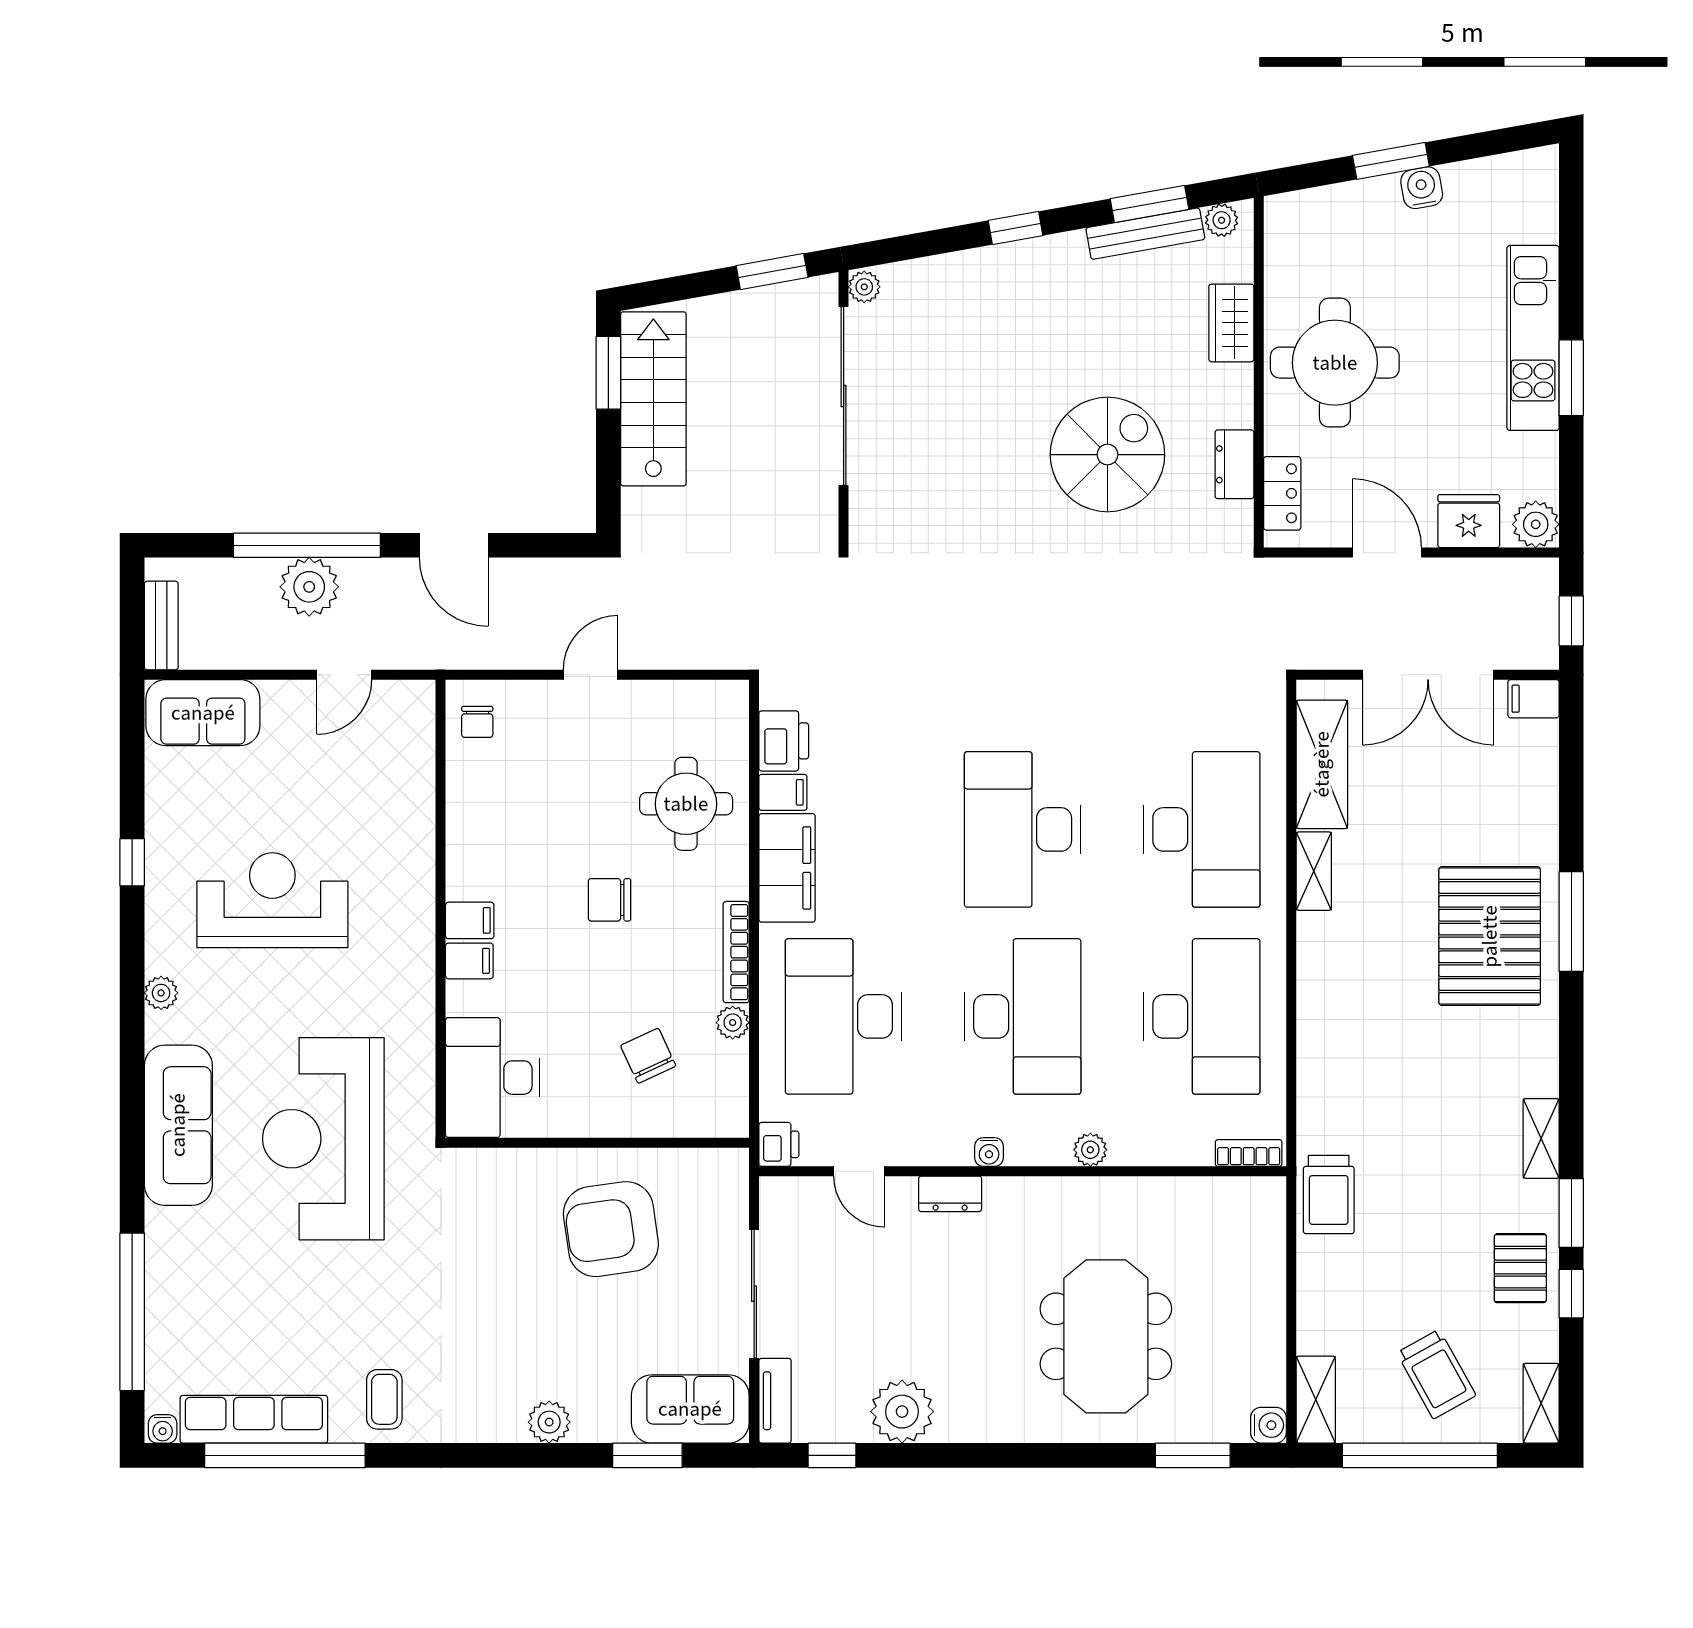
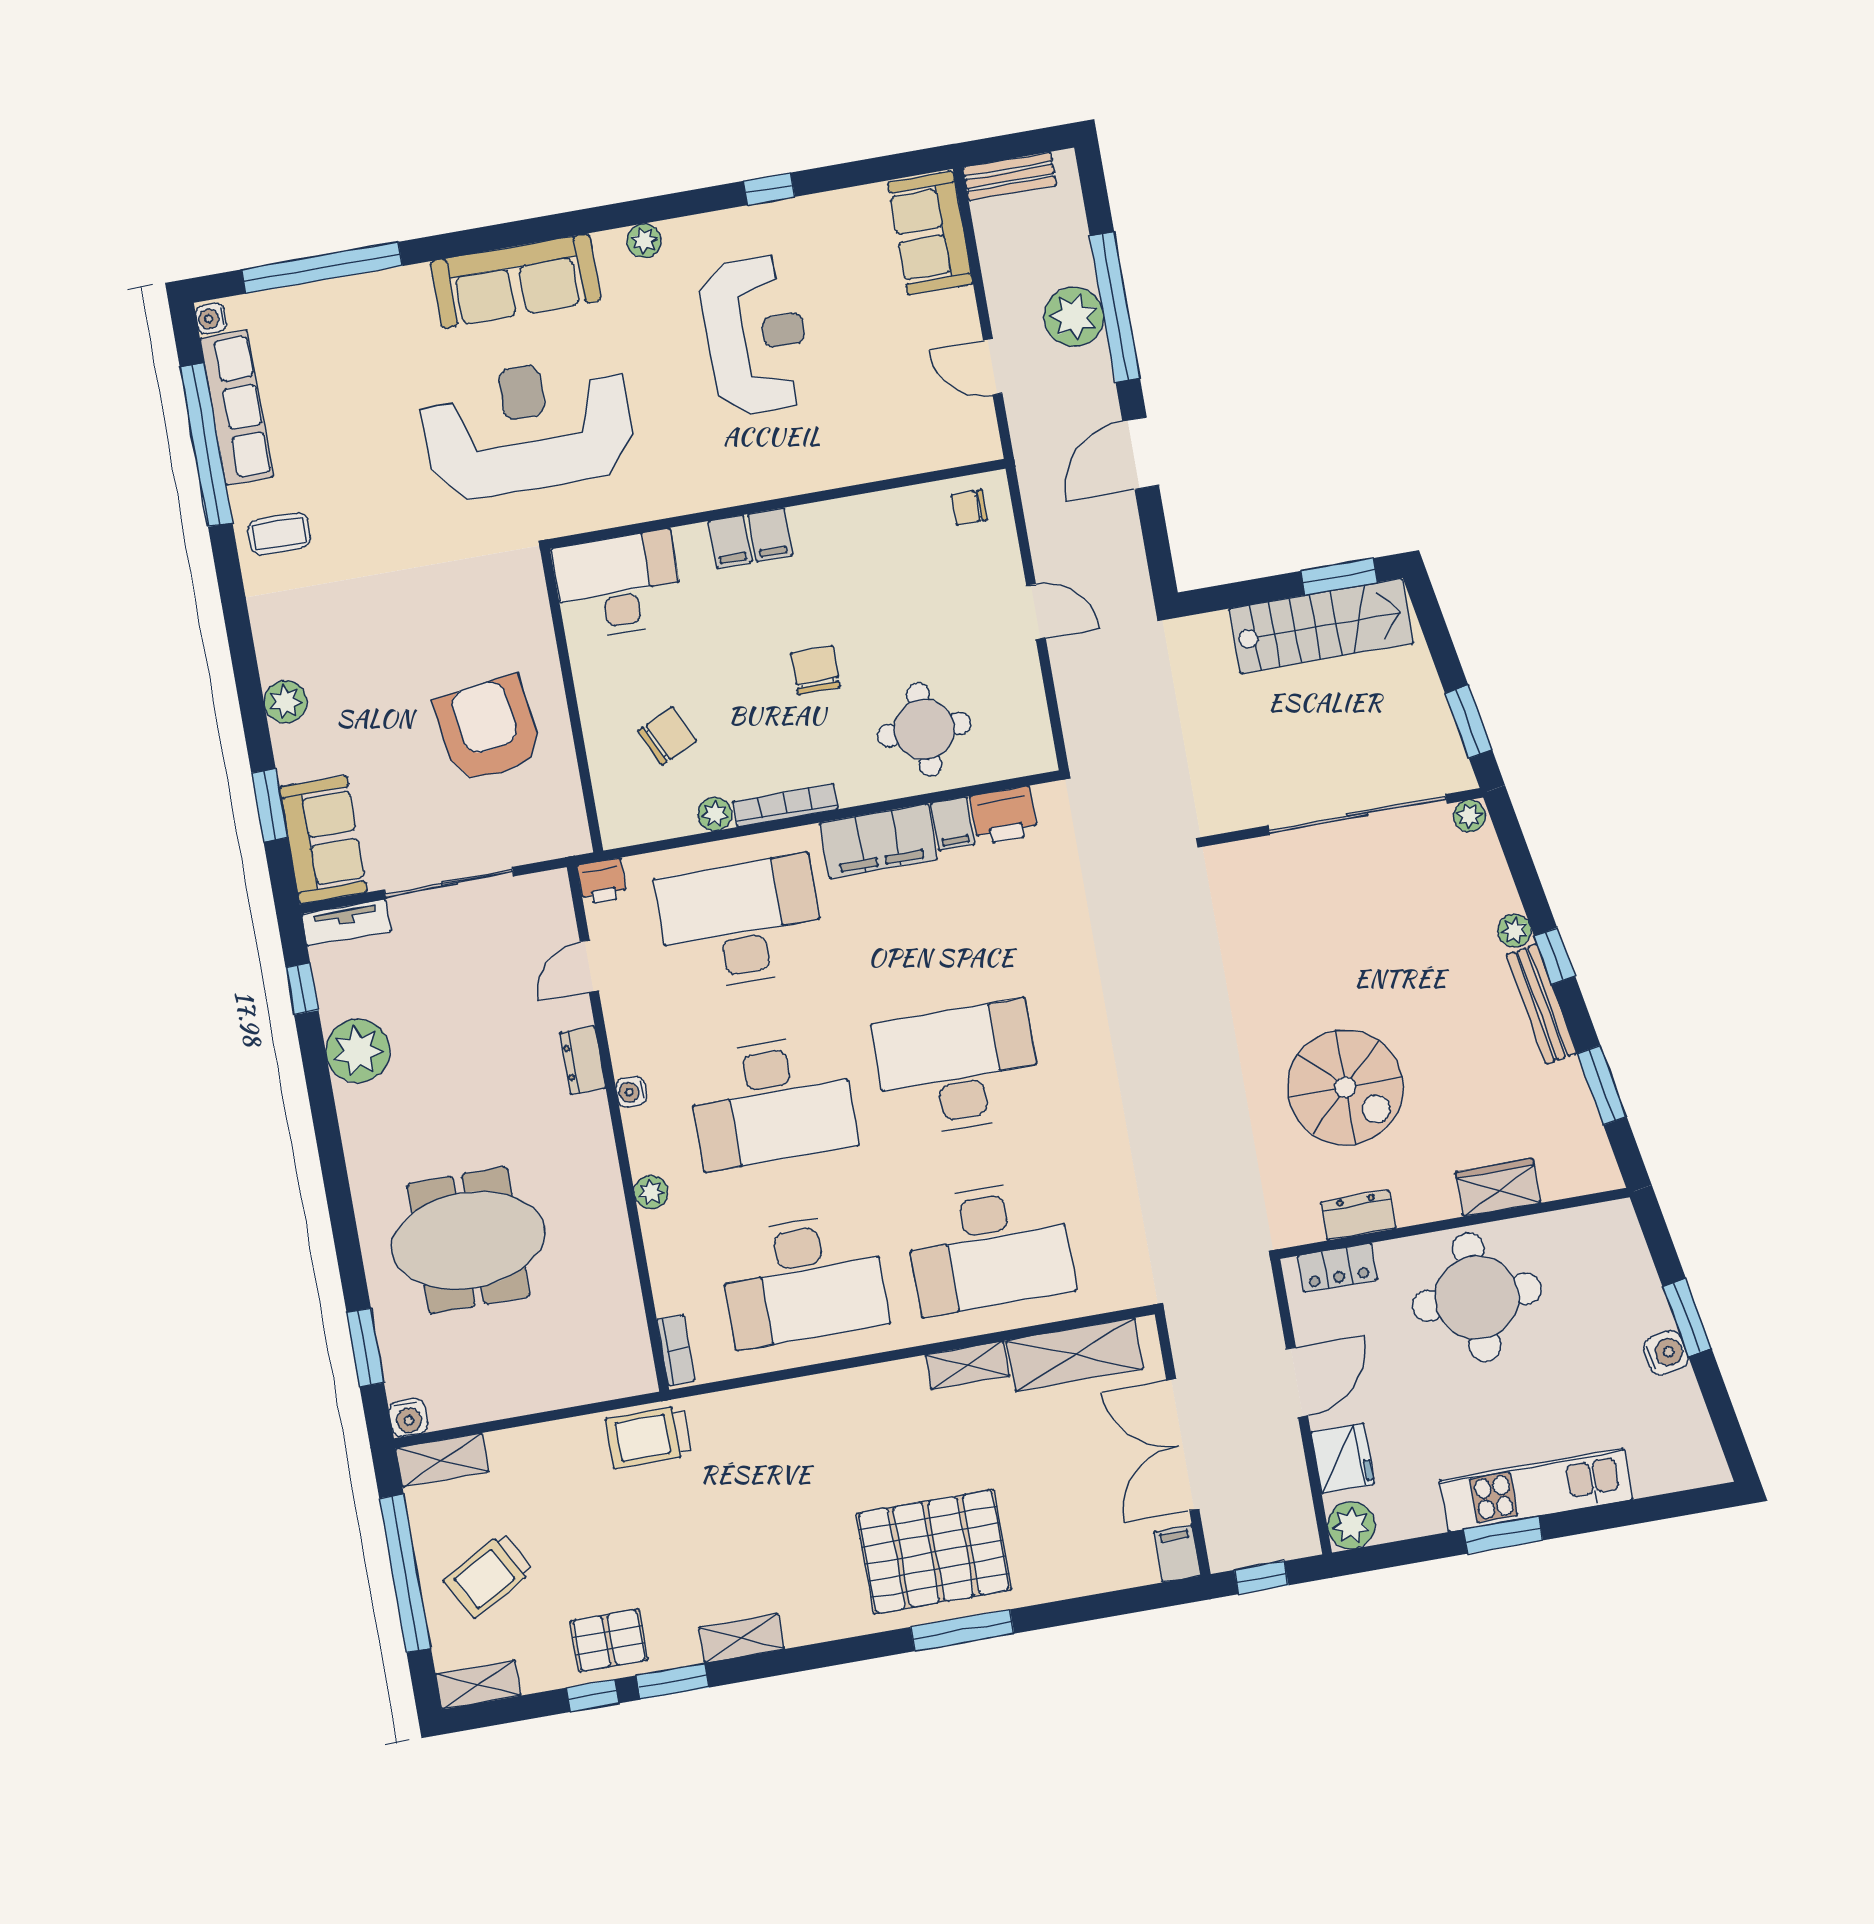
plant: (1222, 220) -> (1514, 931), moved
bench: (1145, 234) -> (1542, 1004), moved

